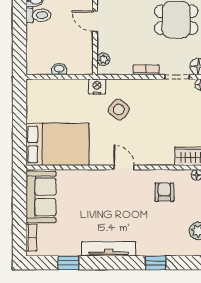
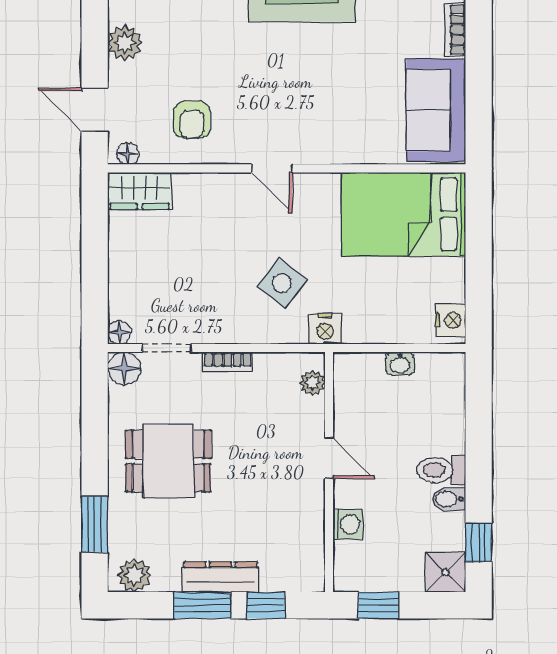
nightstand: (34, 91) -> (451, 320), added

